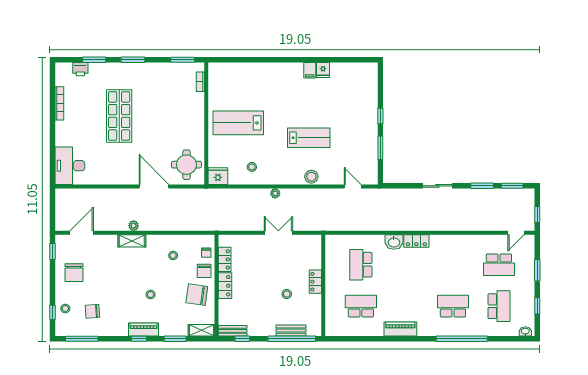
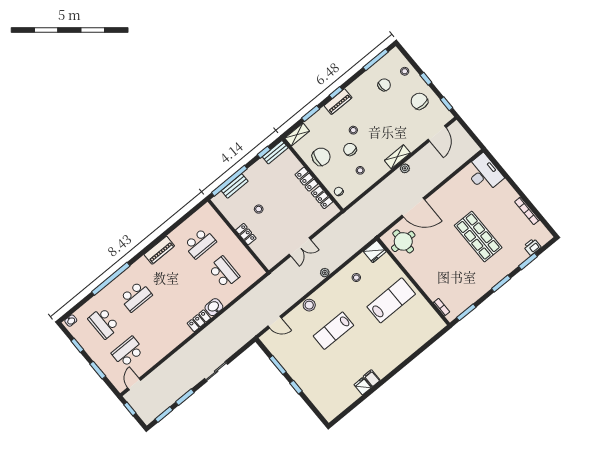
chair: (204, 271) -> (350, 149), moved
window: (53, 312) -> (426, 79), moved

